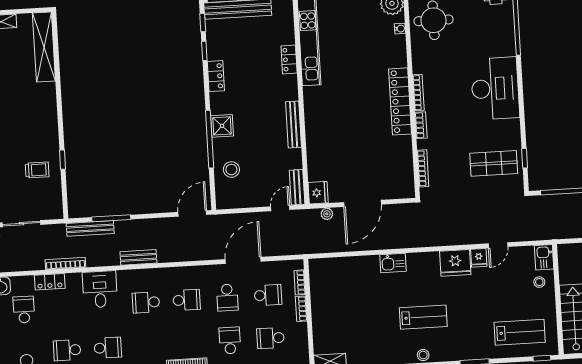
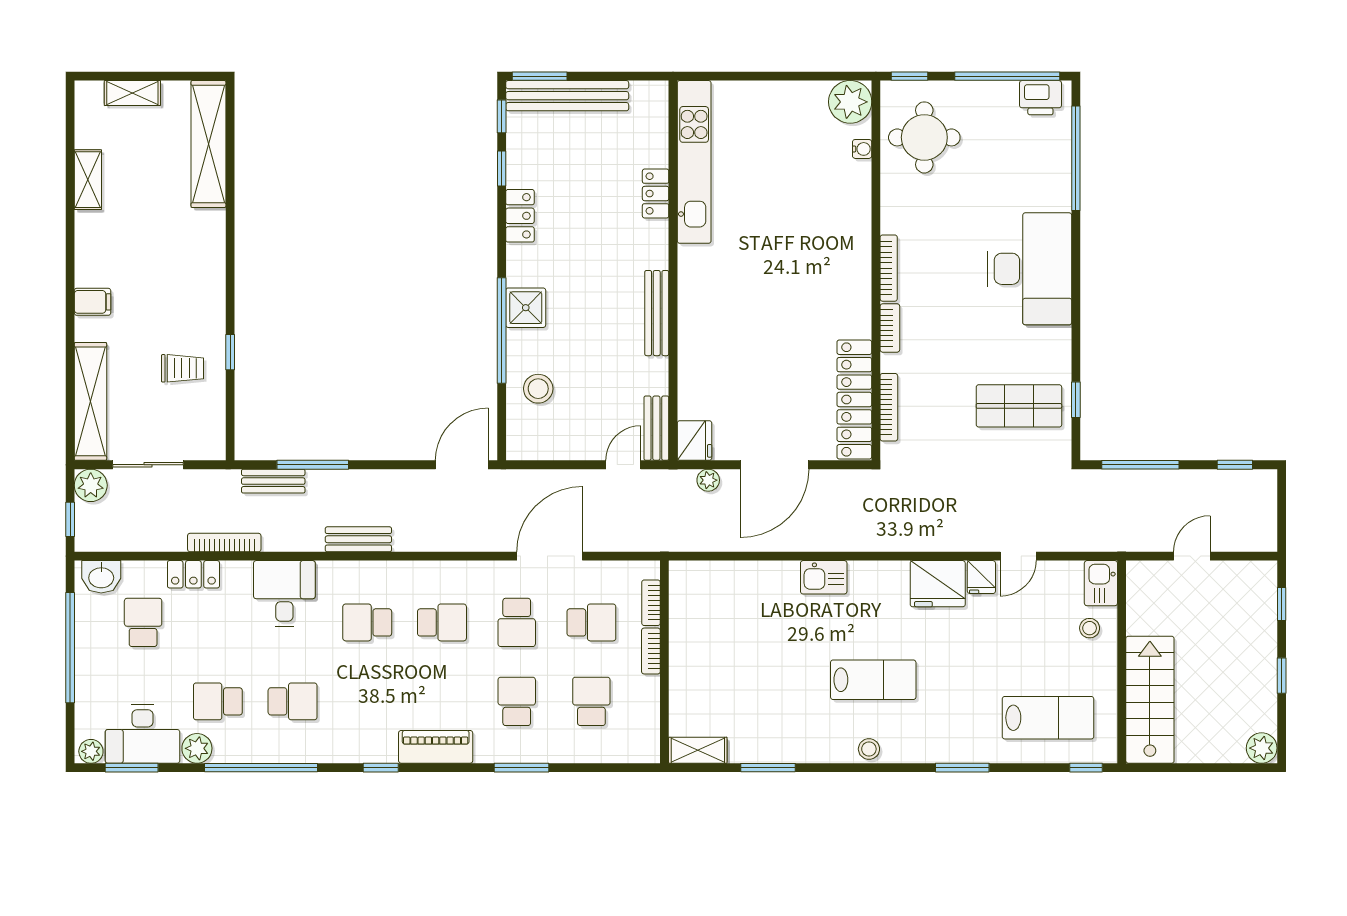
locker: (400, 101) -> (854, 399), moved
bench: (90, 228) -> (273, 481), width x0.73
school desk: (271, 338) -> (591, 701), turned 90

